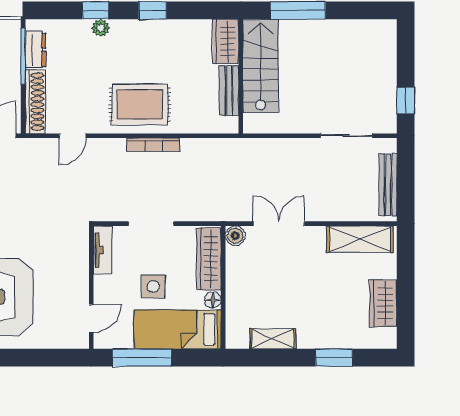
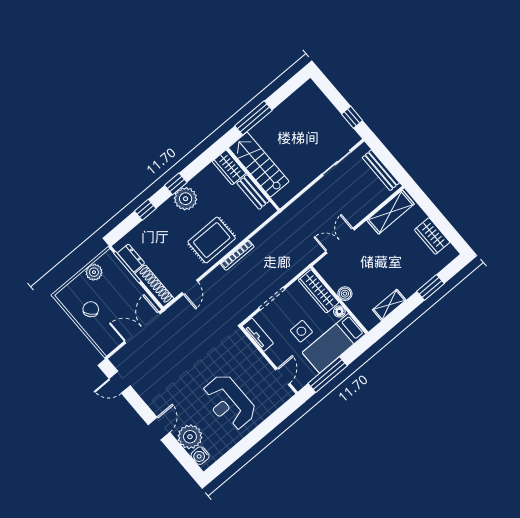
plant: (101, 28) -> (186, 199), moved, width x1.88, depth x1.88
boiler: (235, 236) -> (345, 294), moved

